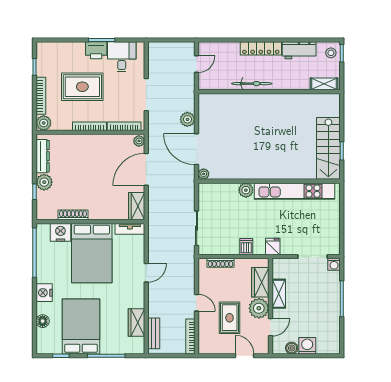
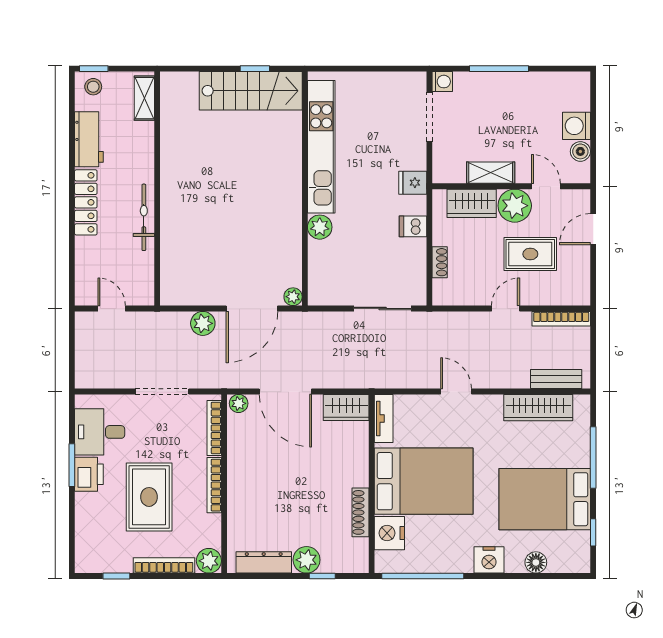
shoe rack: (221, 263) -> (440, 262), width x0.70
wardrobe: (136, 323) -> (538, 408), width x1.50

